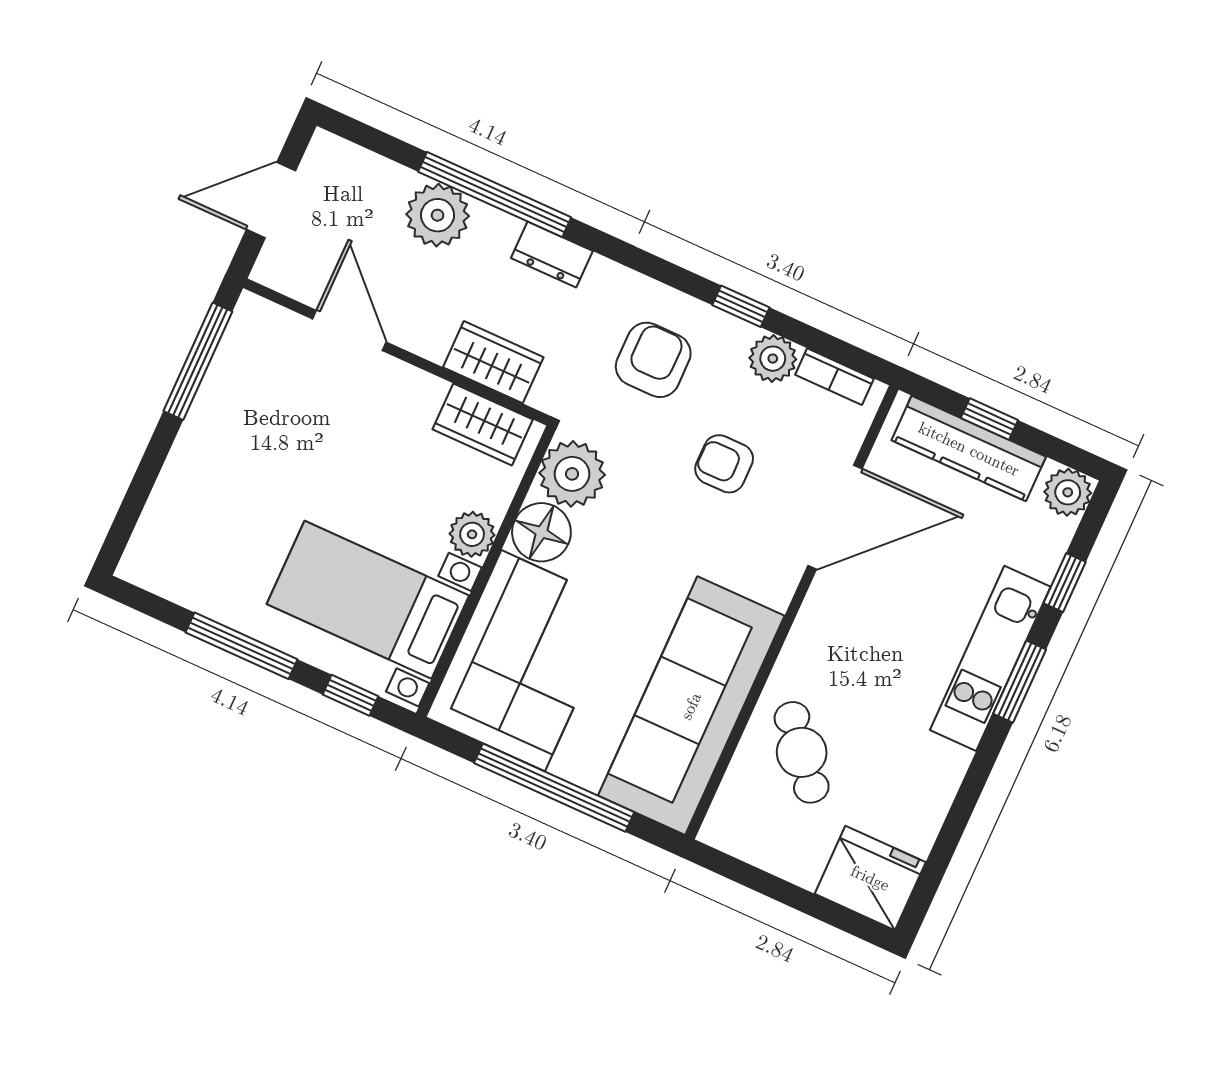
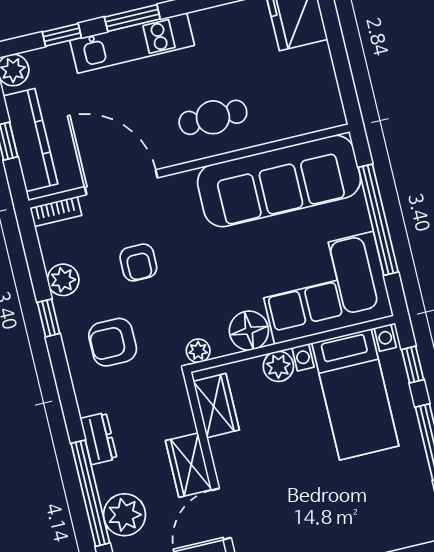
wardrobe: (493, 362) -> (189, 465), moved
bookcase: (835, 377) -> (56, 211), moved, turned 90
plant: (572, 474) -> (198, 351), width x0.53, depth x0.53
cafe table: (802, 752) -> (213, 117), moved, turned 40

